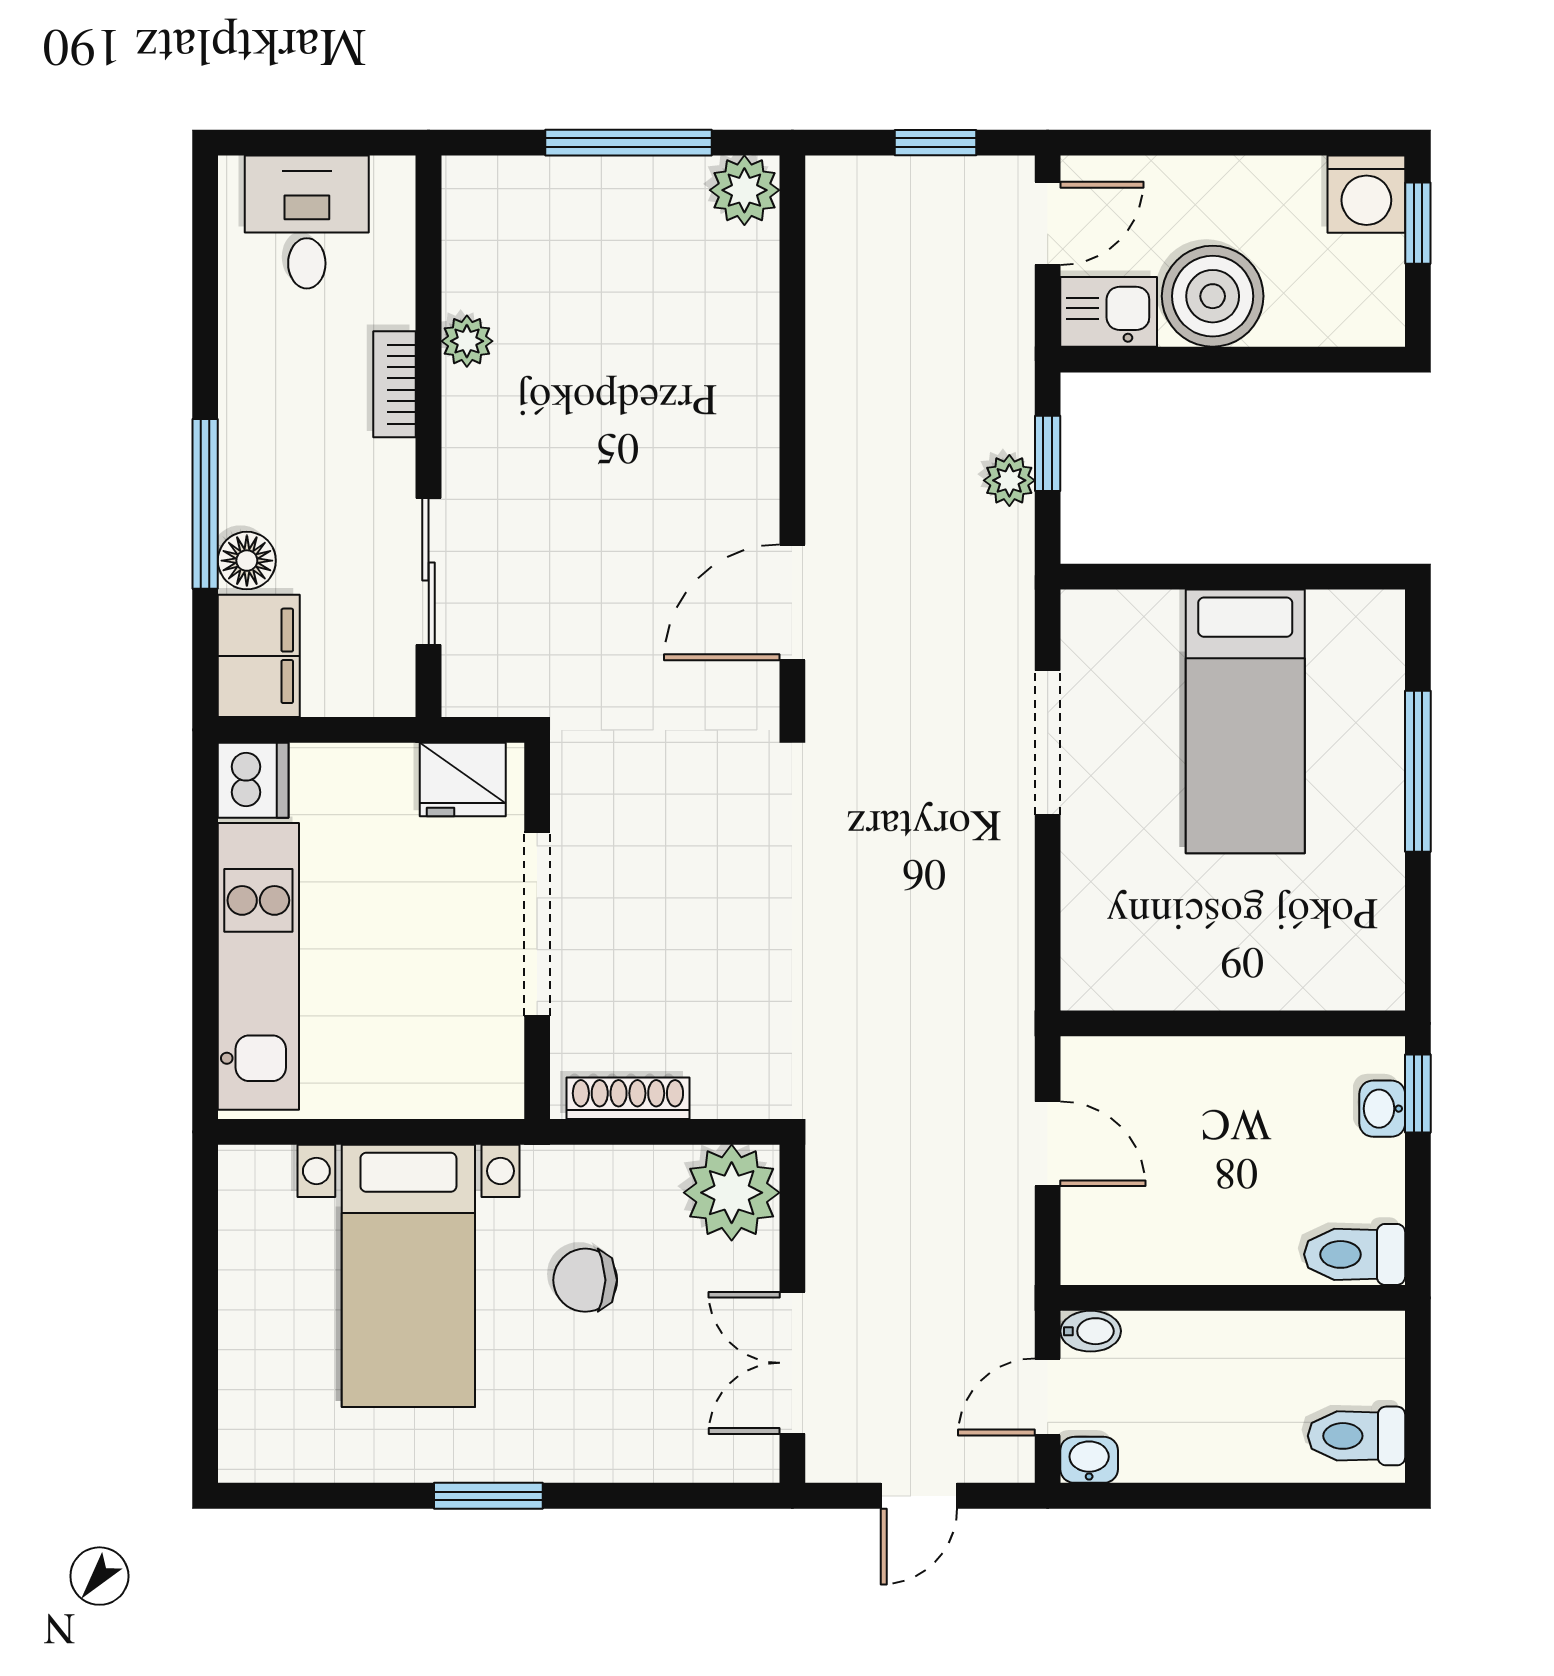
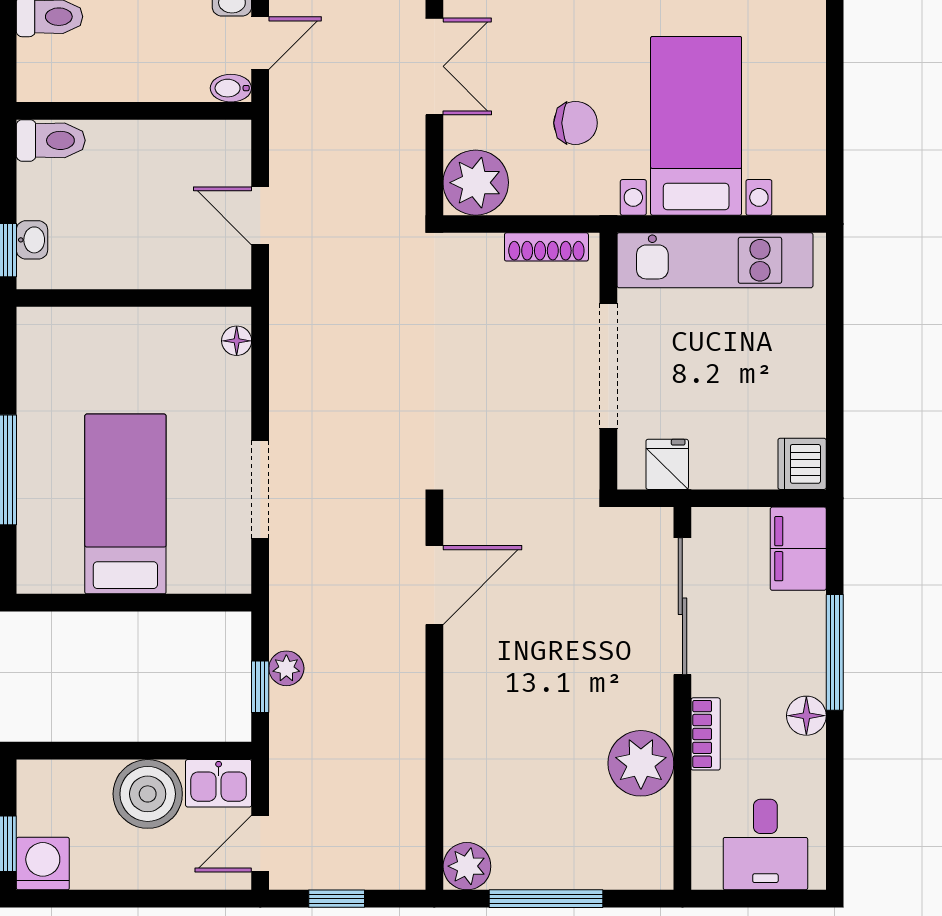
plant: (467, 341) -> (641, 763), width x1.87, depth x1.87
floor lamp: (247, 561) -> (806, 716), moved
sliding door: (429, 571) -> (682, 606), width x1.37
fridge: (463, 780) -> (667, 464), width x0.72
floor lamp: (1082, 961) -> (237, 341), added
kitchen unit: (258, 966) -> (715, 260), moved, turned -90

